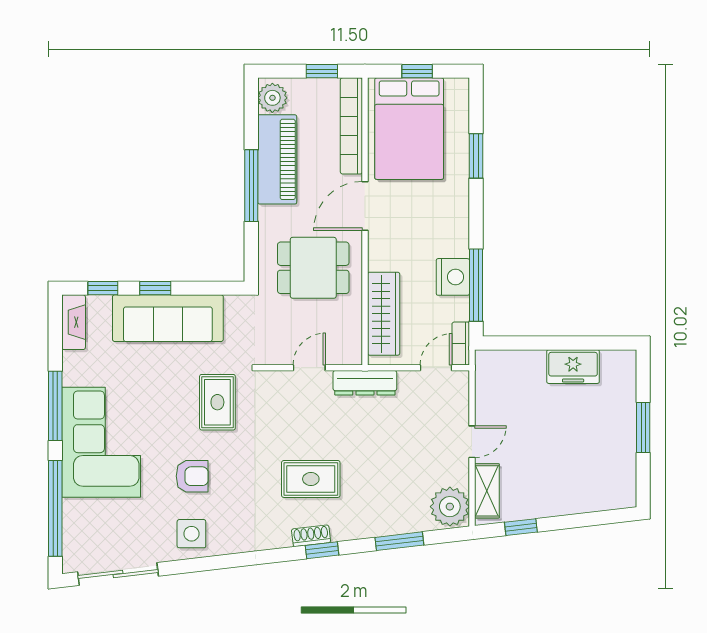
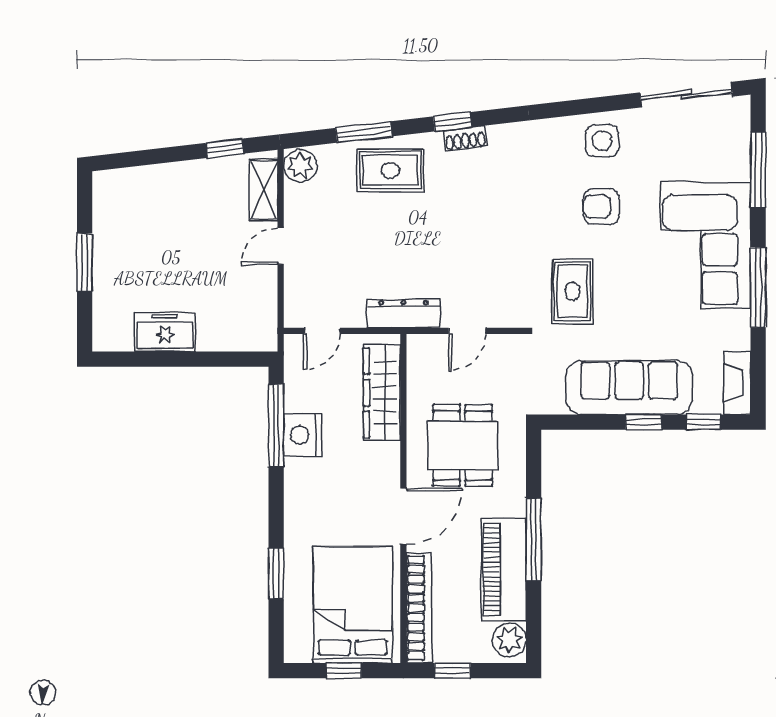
dining table: (313, 268) -> (463, 445), turned 90
bookcase: (461, 344) -> (294, 359), removed
rug: (311, 479) -> (390, 170), moved
plant: (450, 507) -> (300, 166), width x0.73, depth x0.73
window: (55, 508) -> (758, 170), width x0.68

